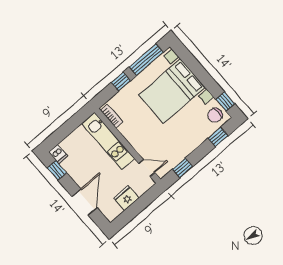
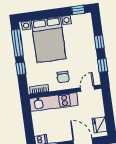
chair: (215, 115) -> (63, 77), moved
window: (218, 137) -> (99, 42), moved
fridge: (126, 198) -> (100, 125), moved

